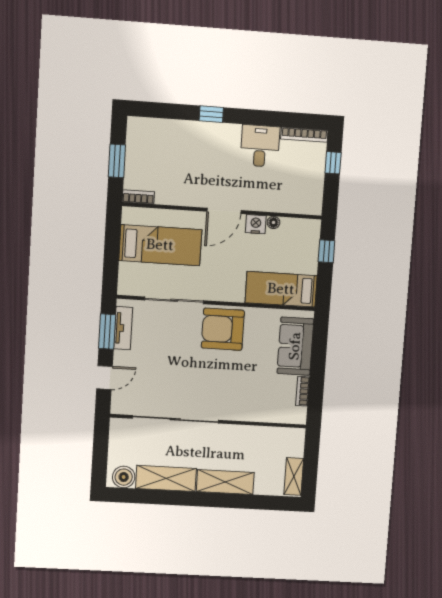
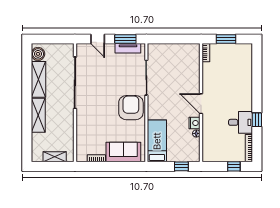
window: (211, 114) -> (257, 120), moved
bed: (160, 245) -> (178, 67), removed
shelving: (294, 476) -> (55, 157), moved

